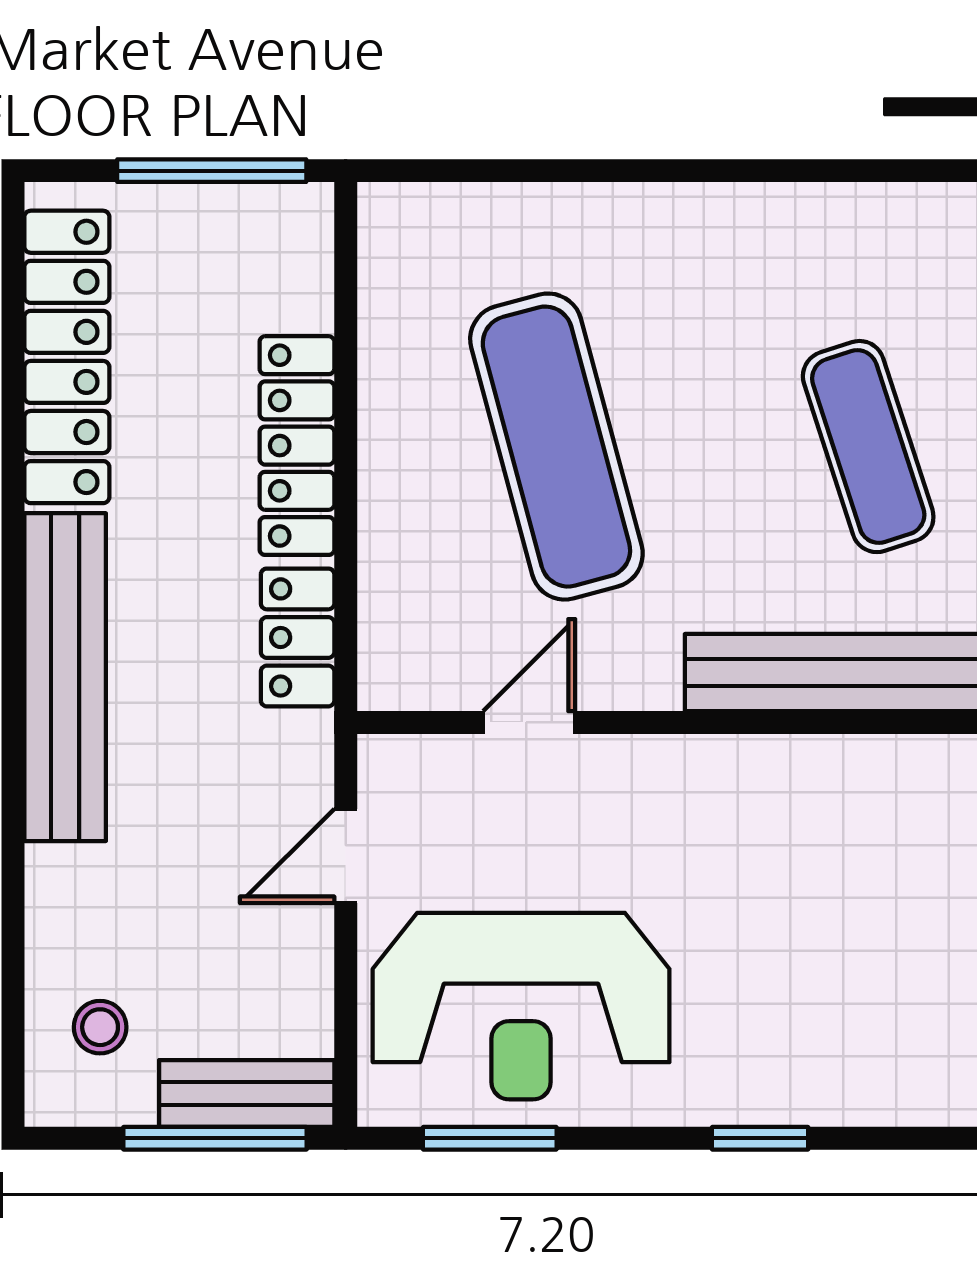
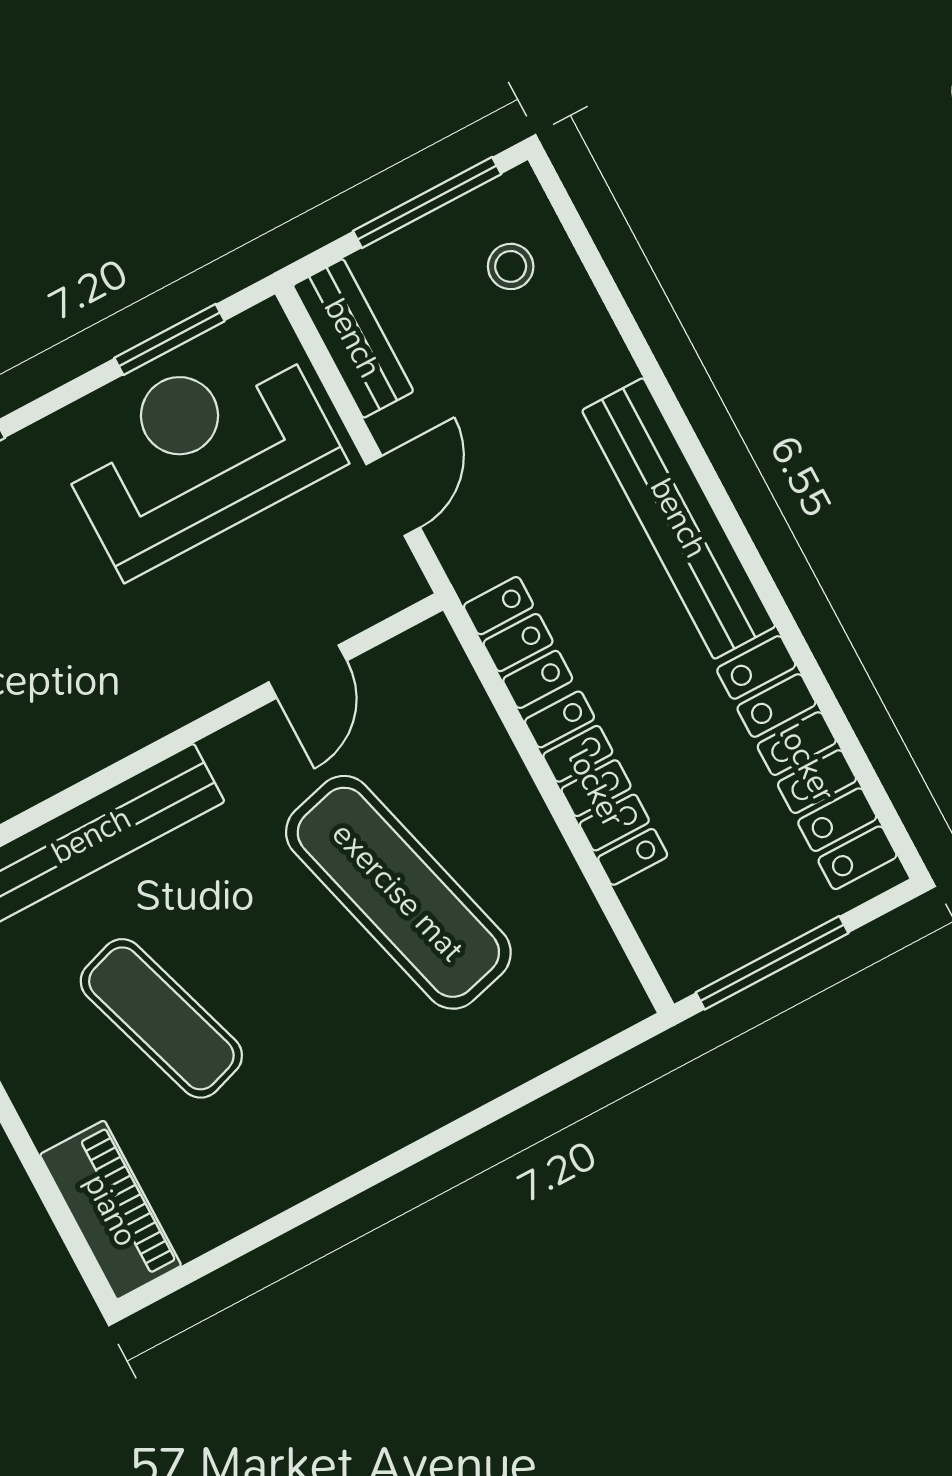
bench: (247, 1093) -> (353, 338), moved, turned 90
window: (215, 1138) -> (427, 202), moved

